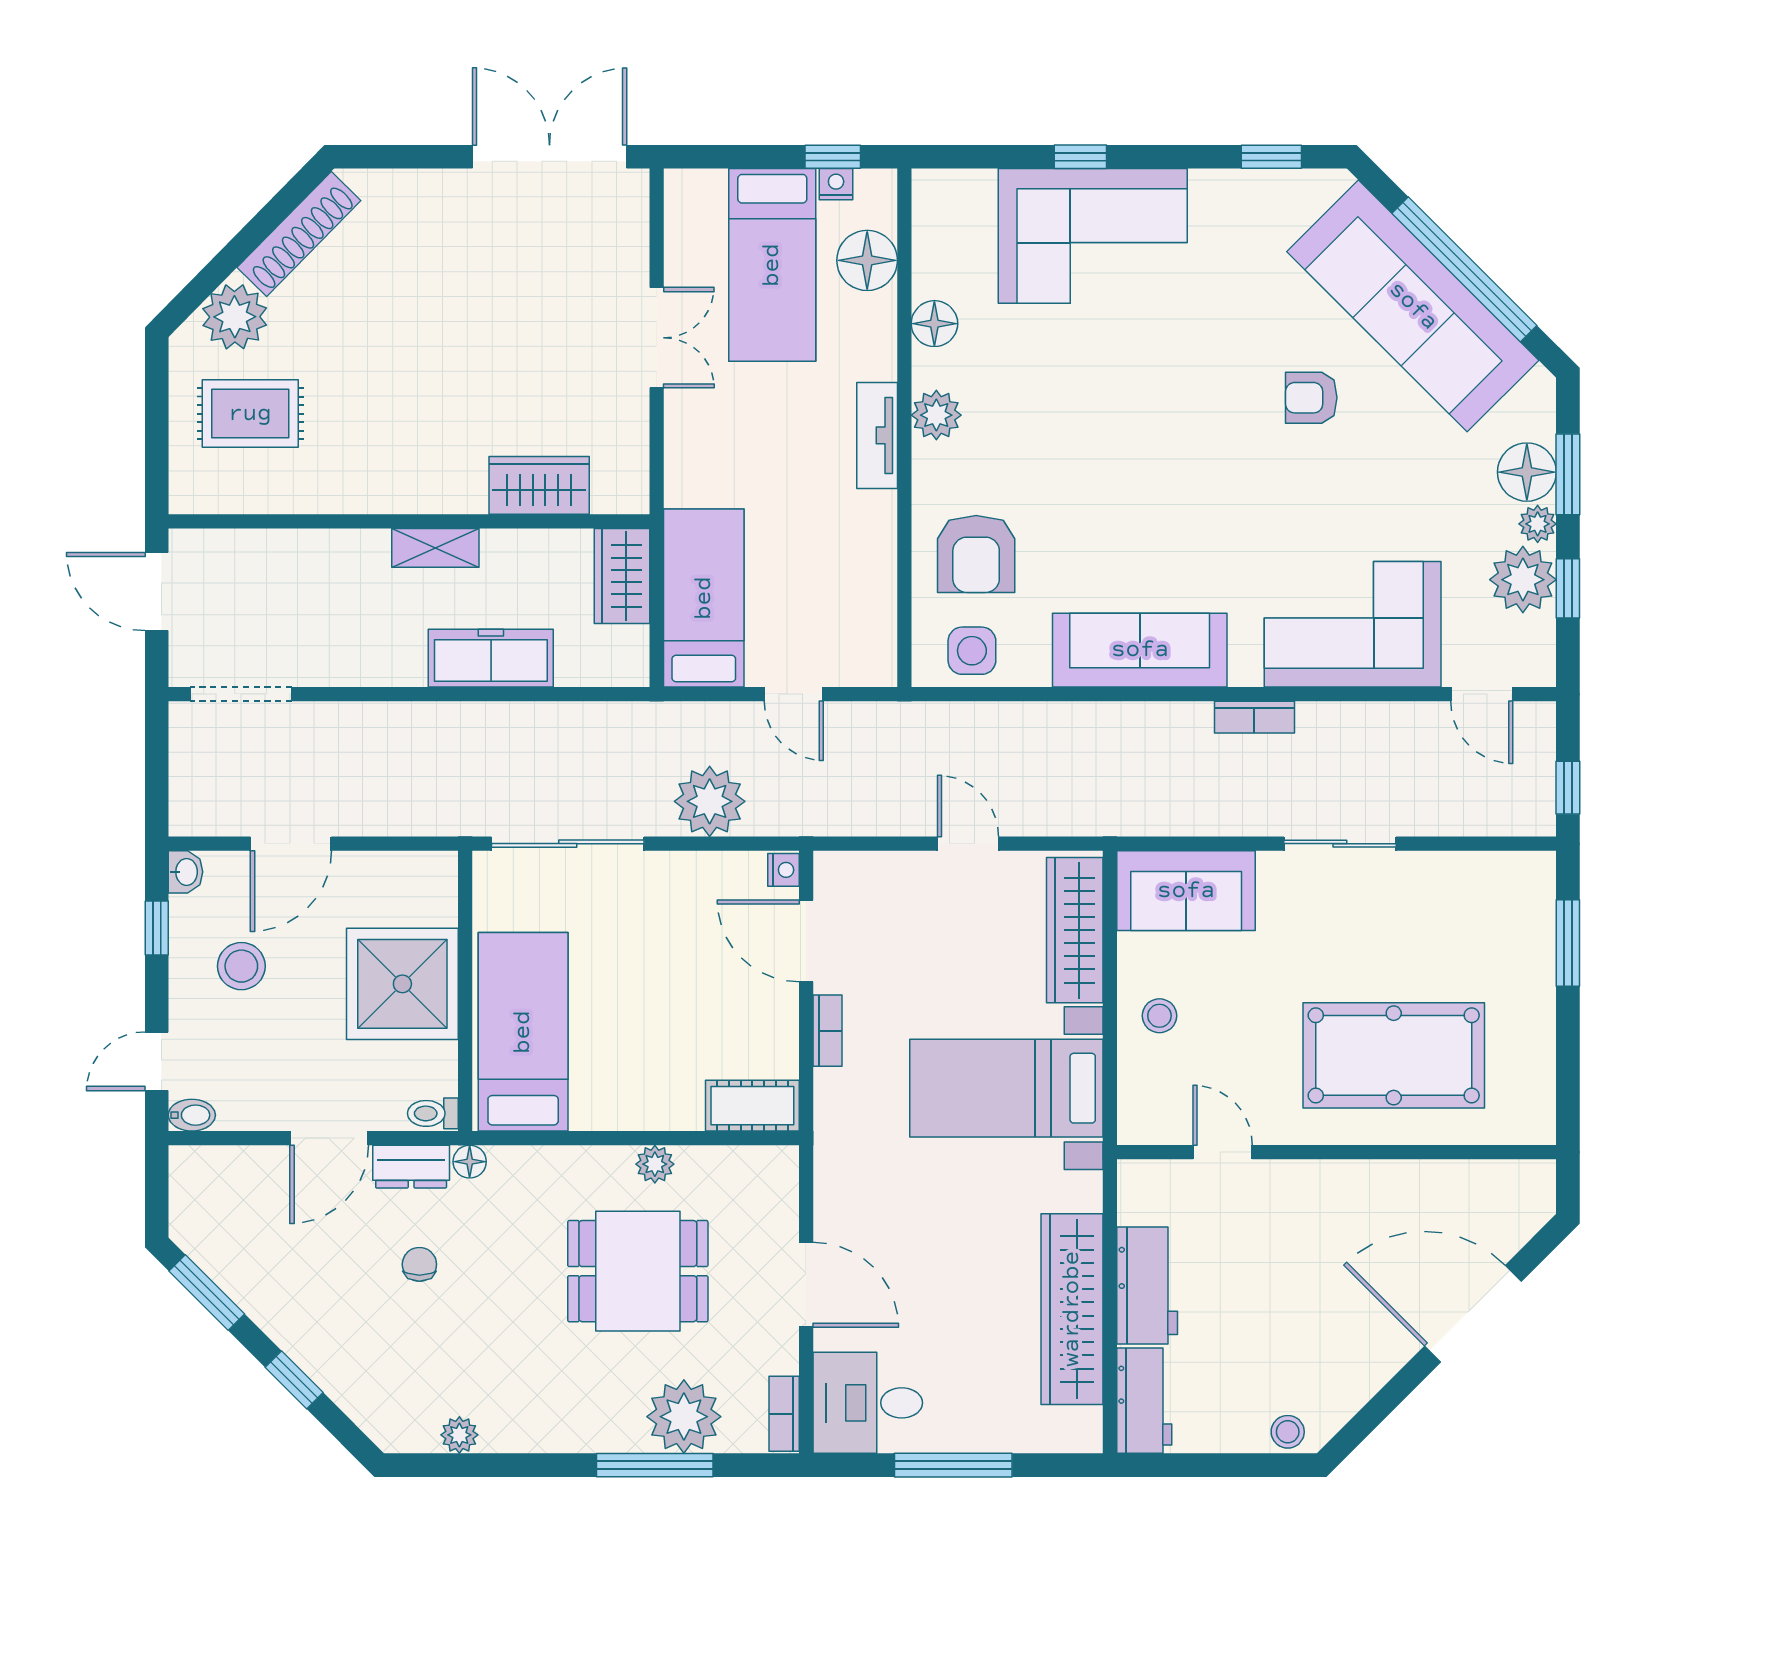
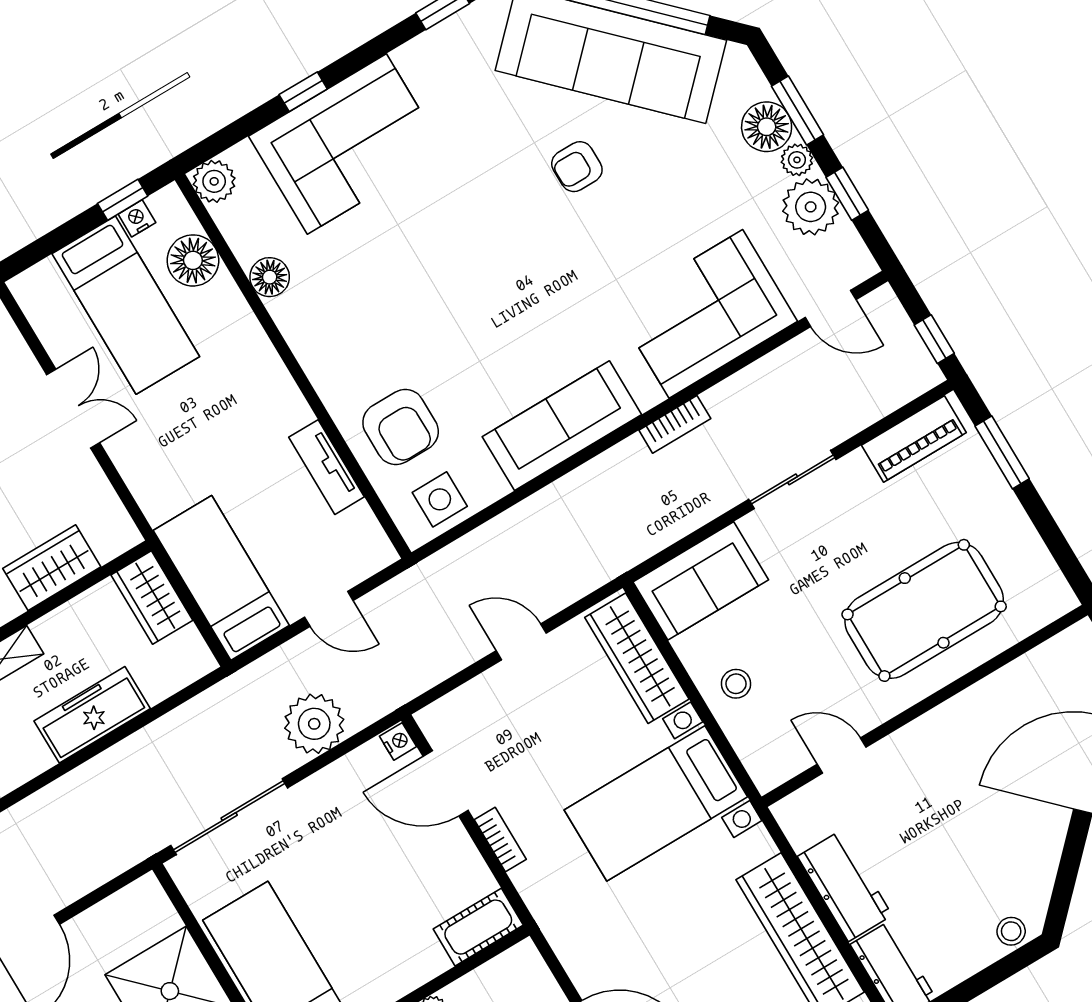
plant: (936, 415) -> (214, 181), moved
tv unit: (877, 435) -> (327, 467), moved
piano: (1487, 876) -> (914, 439), added

